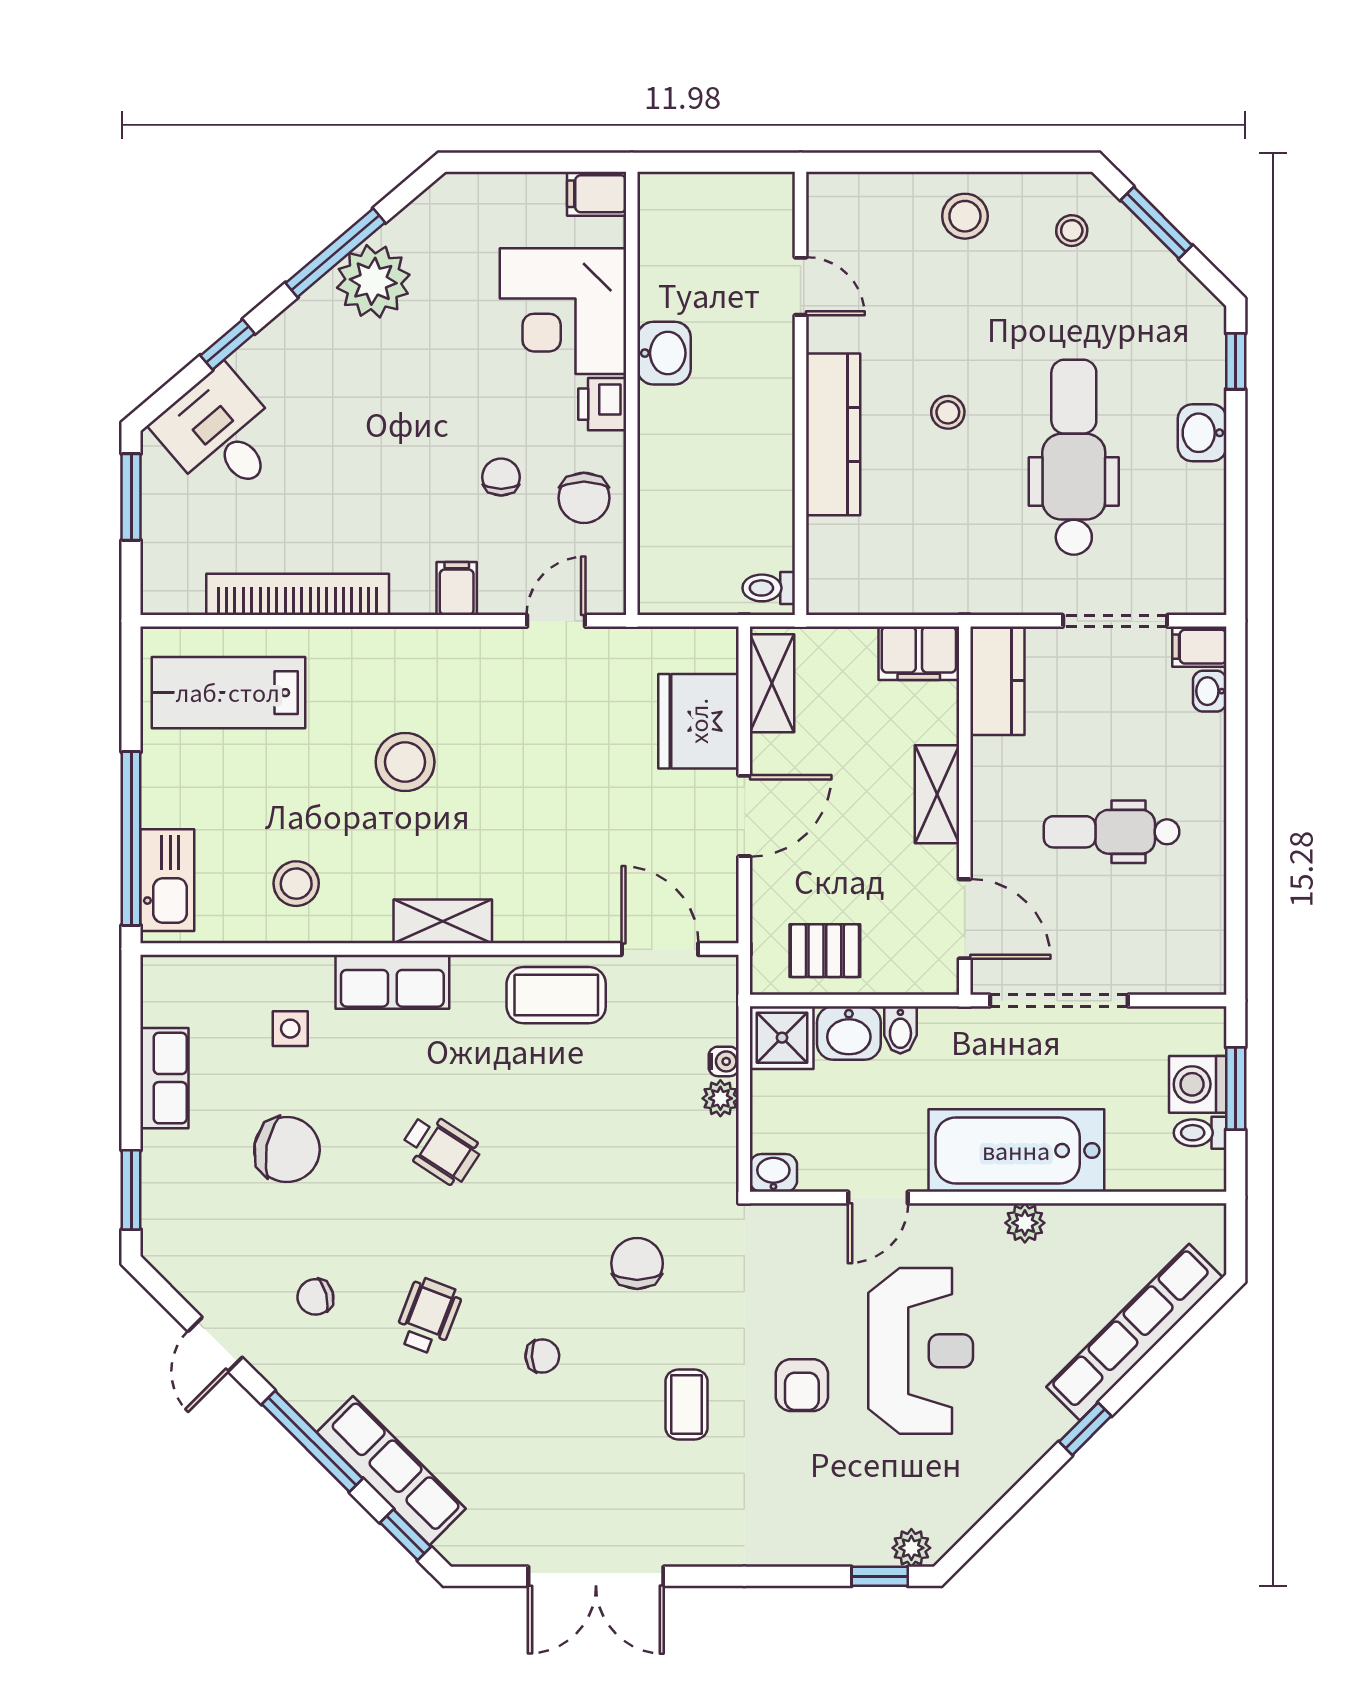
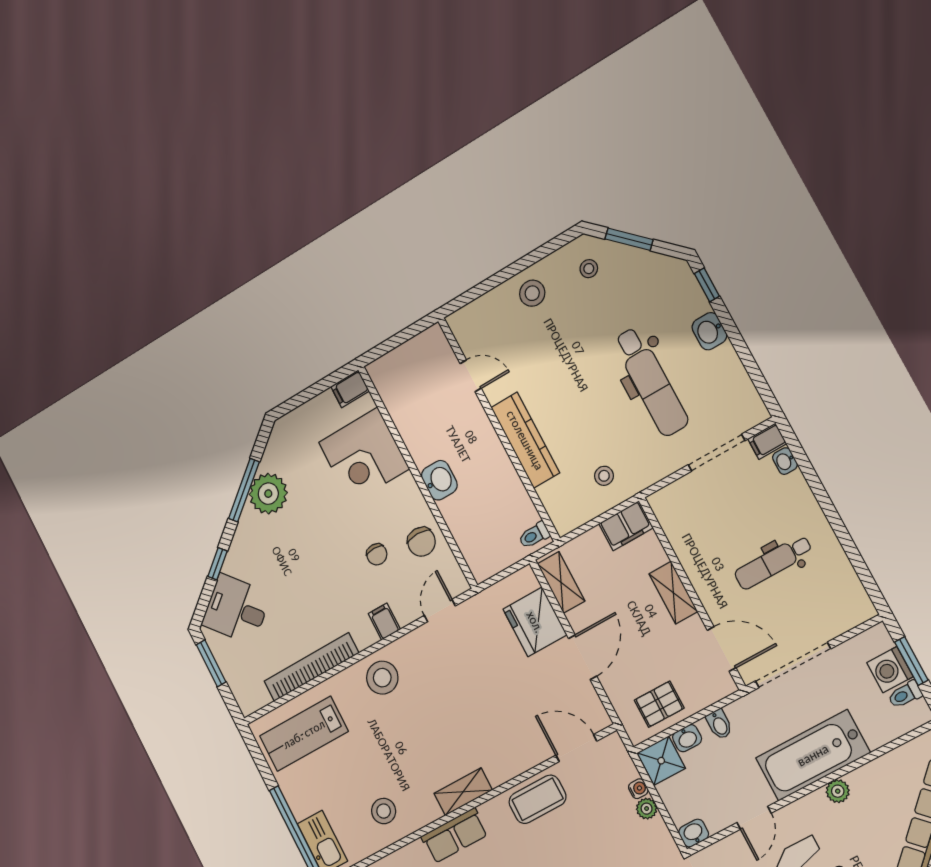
washbasin: (664, 353) -> (439, 480), moved
printer: (602, 404) -> (406, 490), removed
stool: (948, 412) -> (604, 476), moved
dental chair: (1074, 457) -> (651, 382), turned 180
chair: (501, 477) -> (377, 554), turned 180
kitchen counter: (997, 681) -> (673, 517), removed
stool: (405, 762) -> (382, 678), moved
washbasin: (849, 1033) -> (687, 738), width x0.72, depth x0.69

